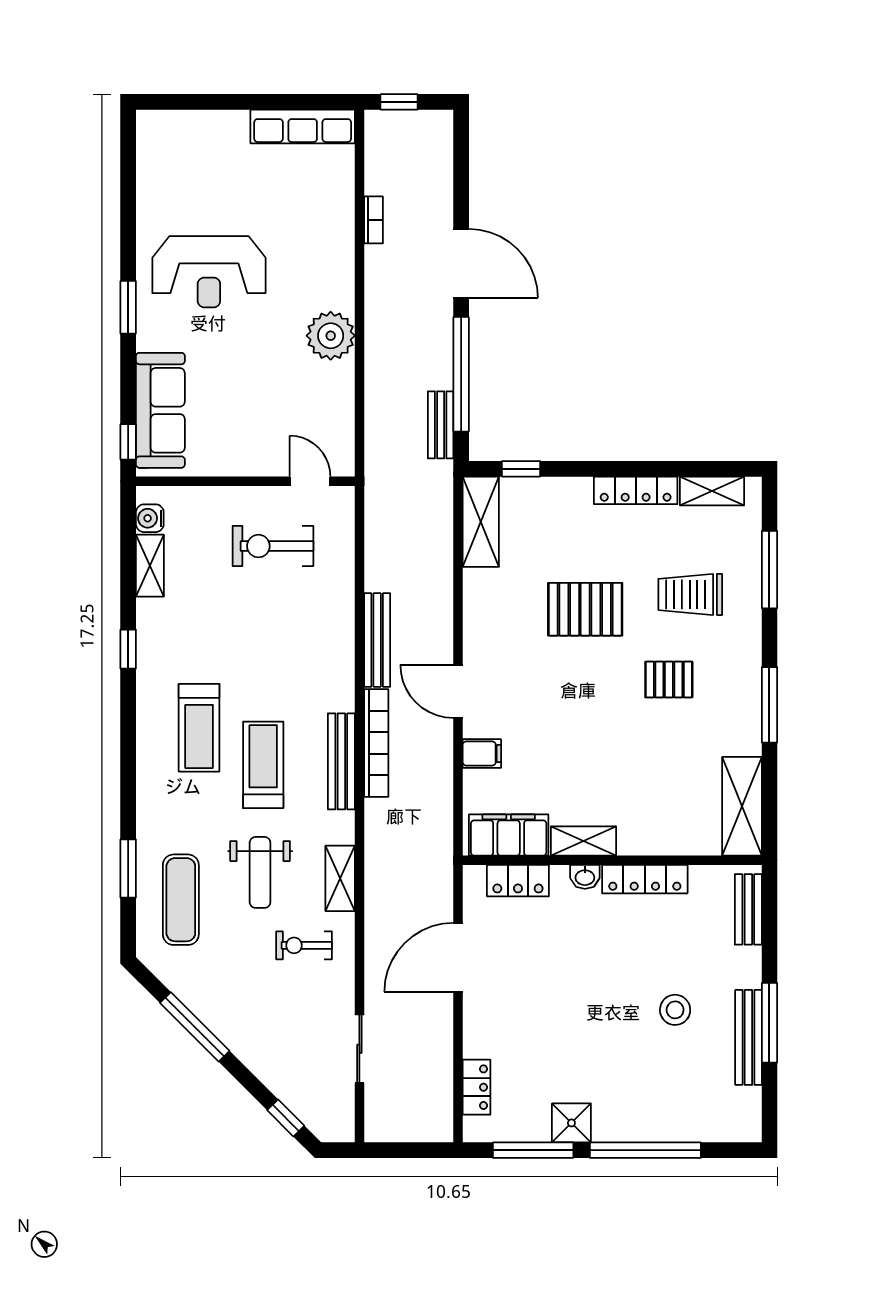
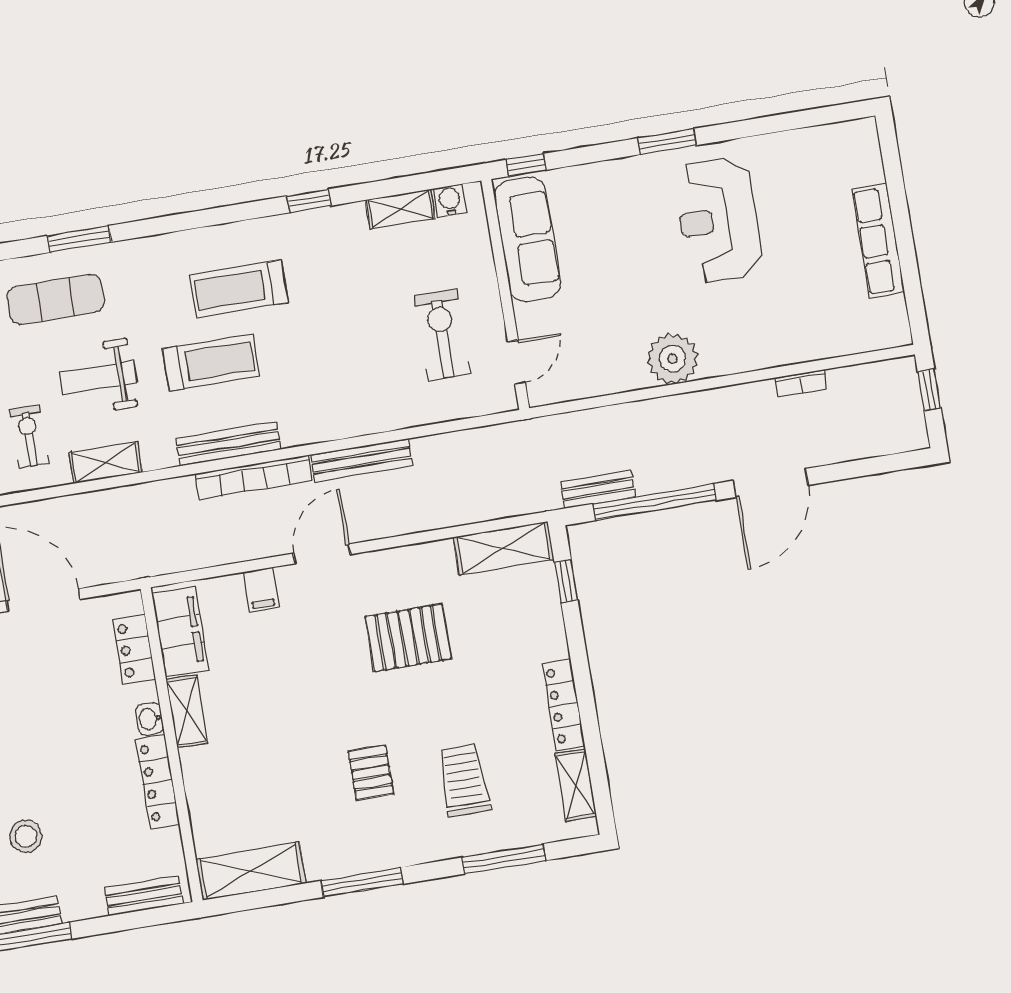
row of seats: (303, 126) -> (878, 241), moved
sofa: (160, 410) -> (527, 239), moved, turned -90
pallet: (585, 609) -> (408, 638), moved, turned 90

